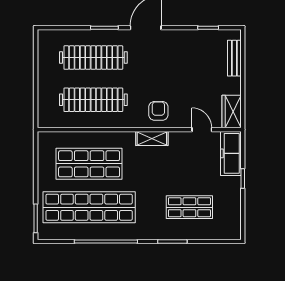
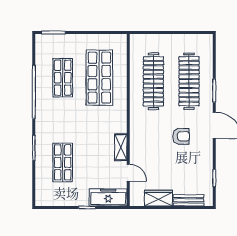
armchair: (158, 111) -> (181, 136), moved
wardrobe: (232, 112) -> (158, 198), moved
door: (202, 130) -> (128, 173), hinge flipped
shelving: (152, 138) -> (121, 147), moved
shop shelf: (89, 207) -> (63, 78), width x0.50, depth x0.74

